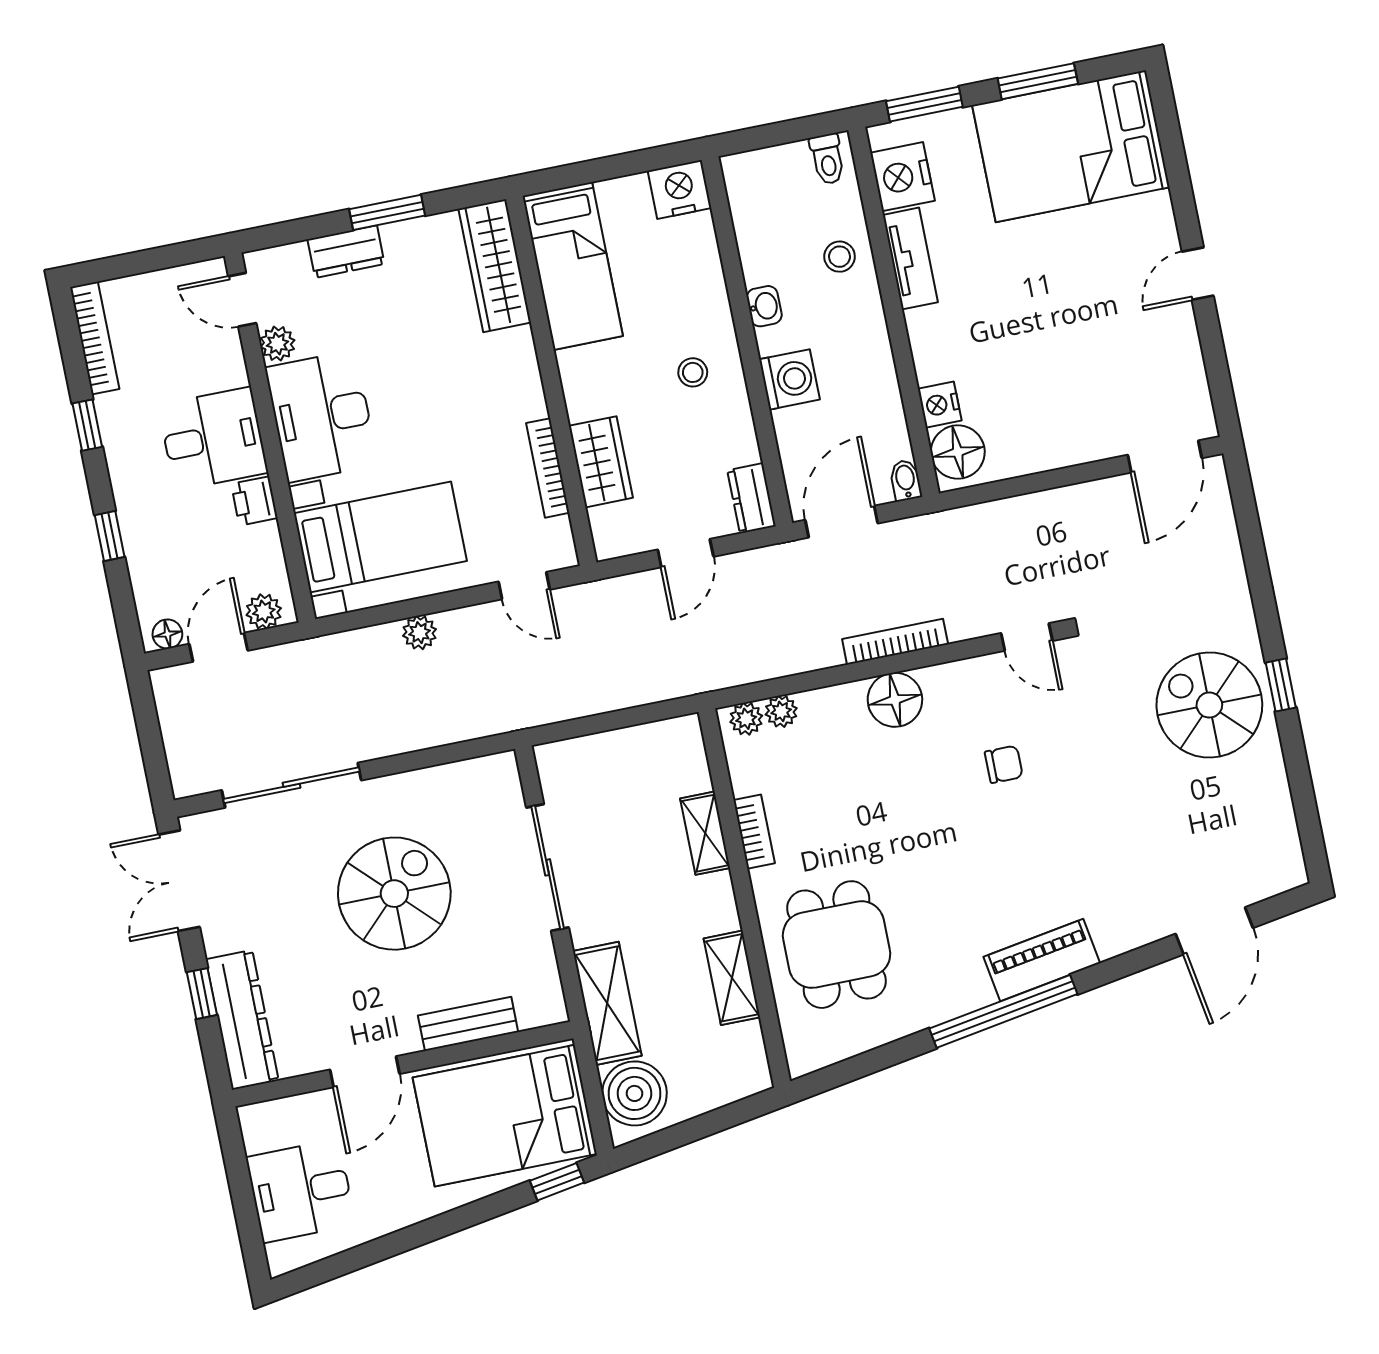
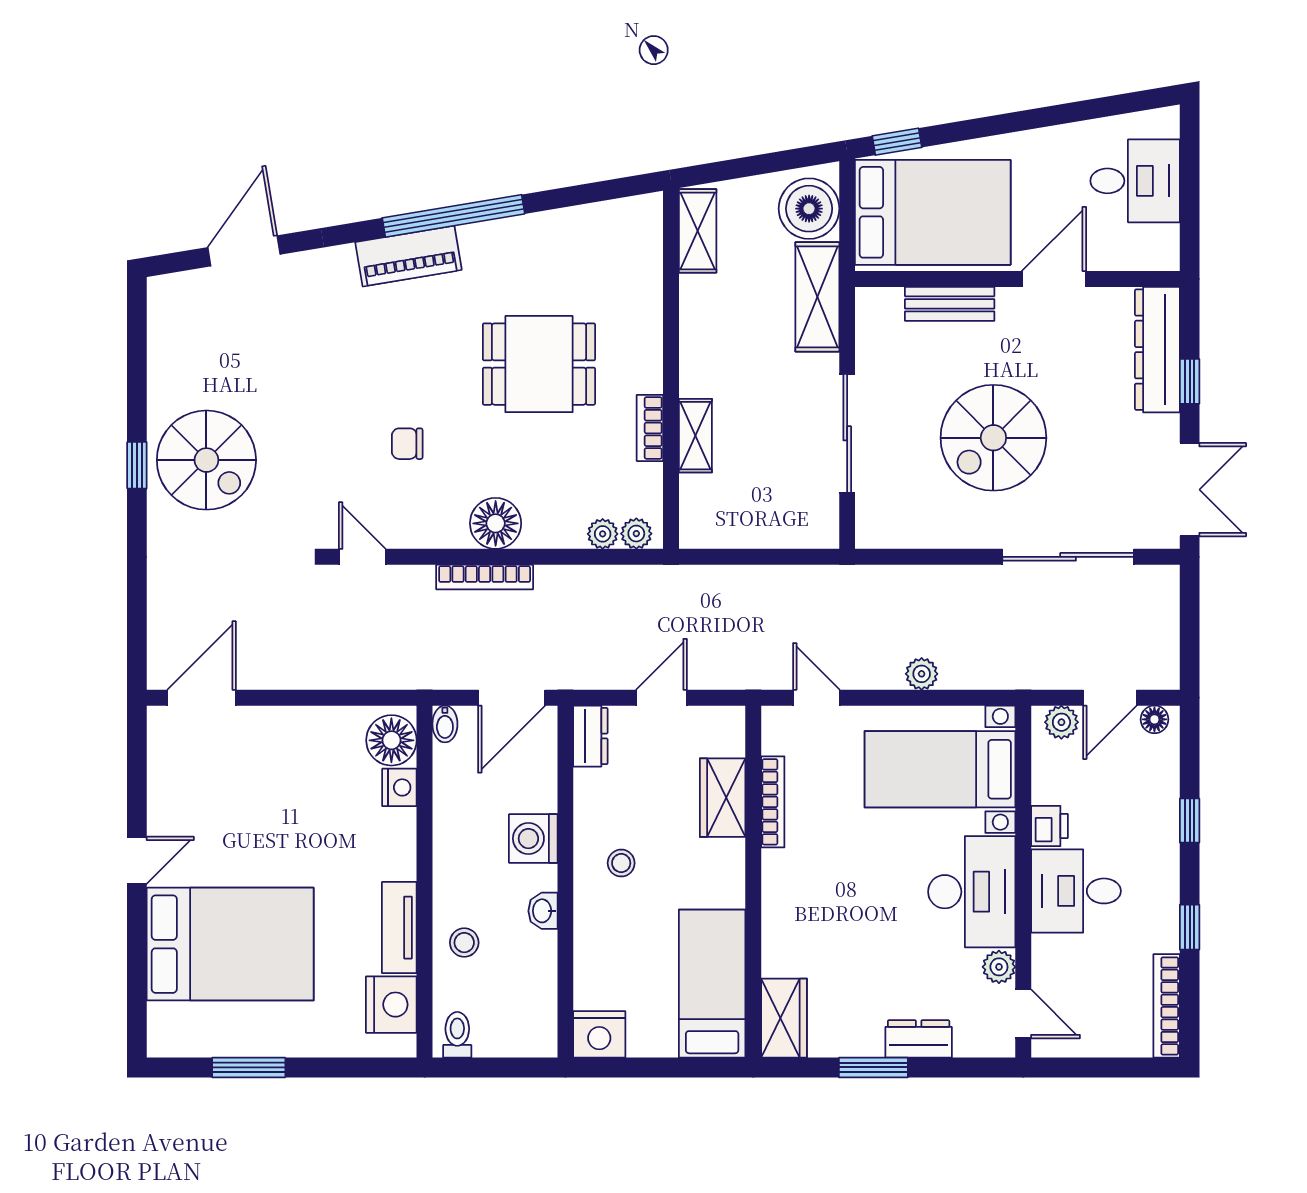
window: (924, 104) -> (358, 1067), removed
bed: (1071, 146) -> (230, 944), moved
wardrobe: (495, 266) -> (784, 1018), width x0.67
dining table: (837, 945) -> (539, 364), moved, turned 90
shelving: (732, 978) -> (698, 231), moved

